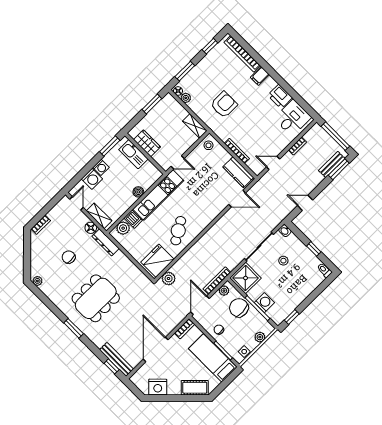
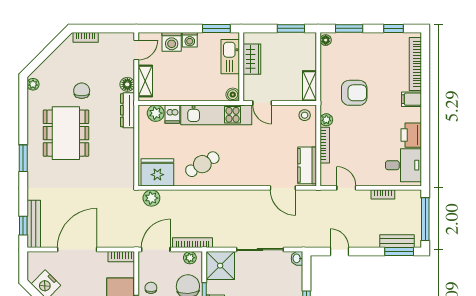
plant: (186, 98) -> (326, 120), moved
boiler: (138, 192) -> (233, 95), moved
stool: (283, 261) -> (269, 284), removed
dining table: (96, 298) -> (66, 133), moved, turned 90

